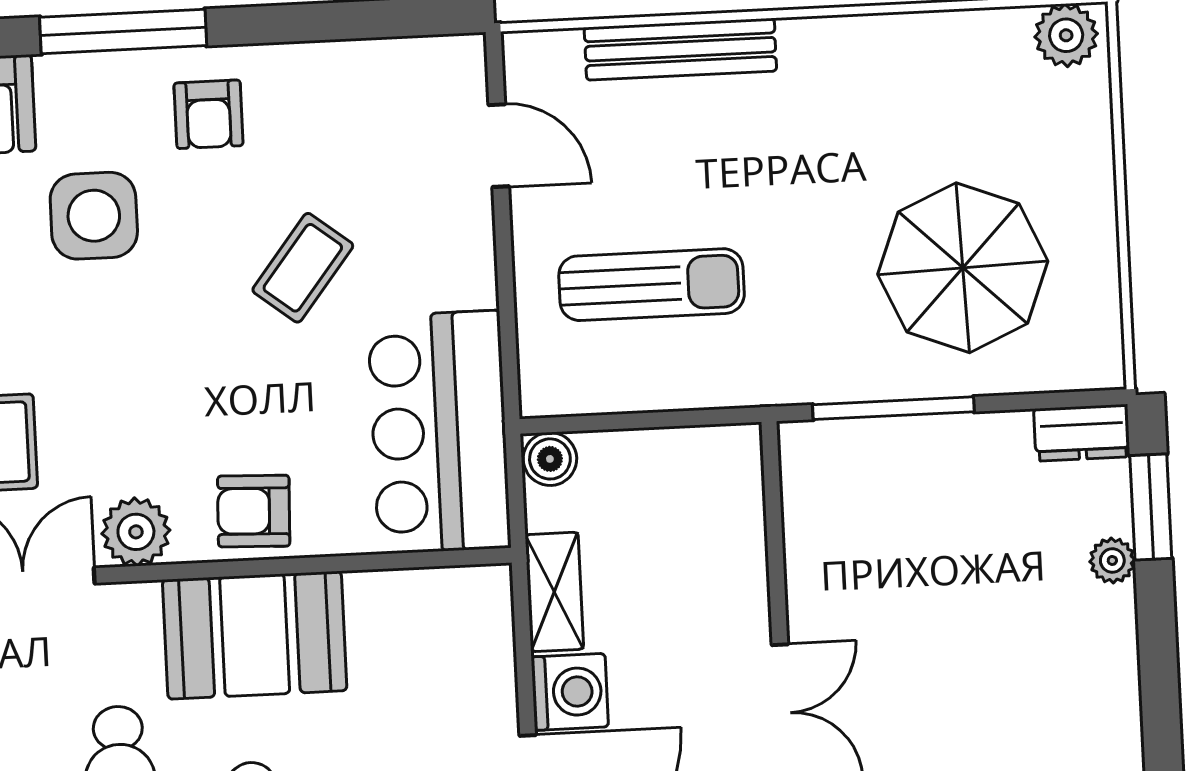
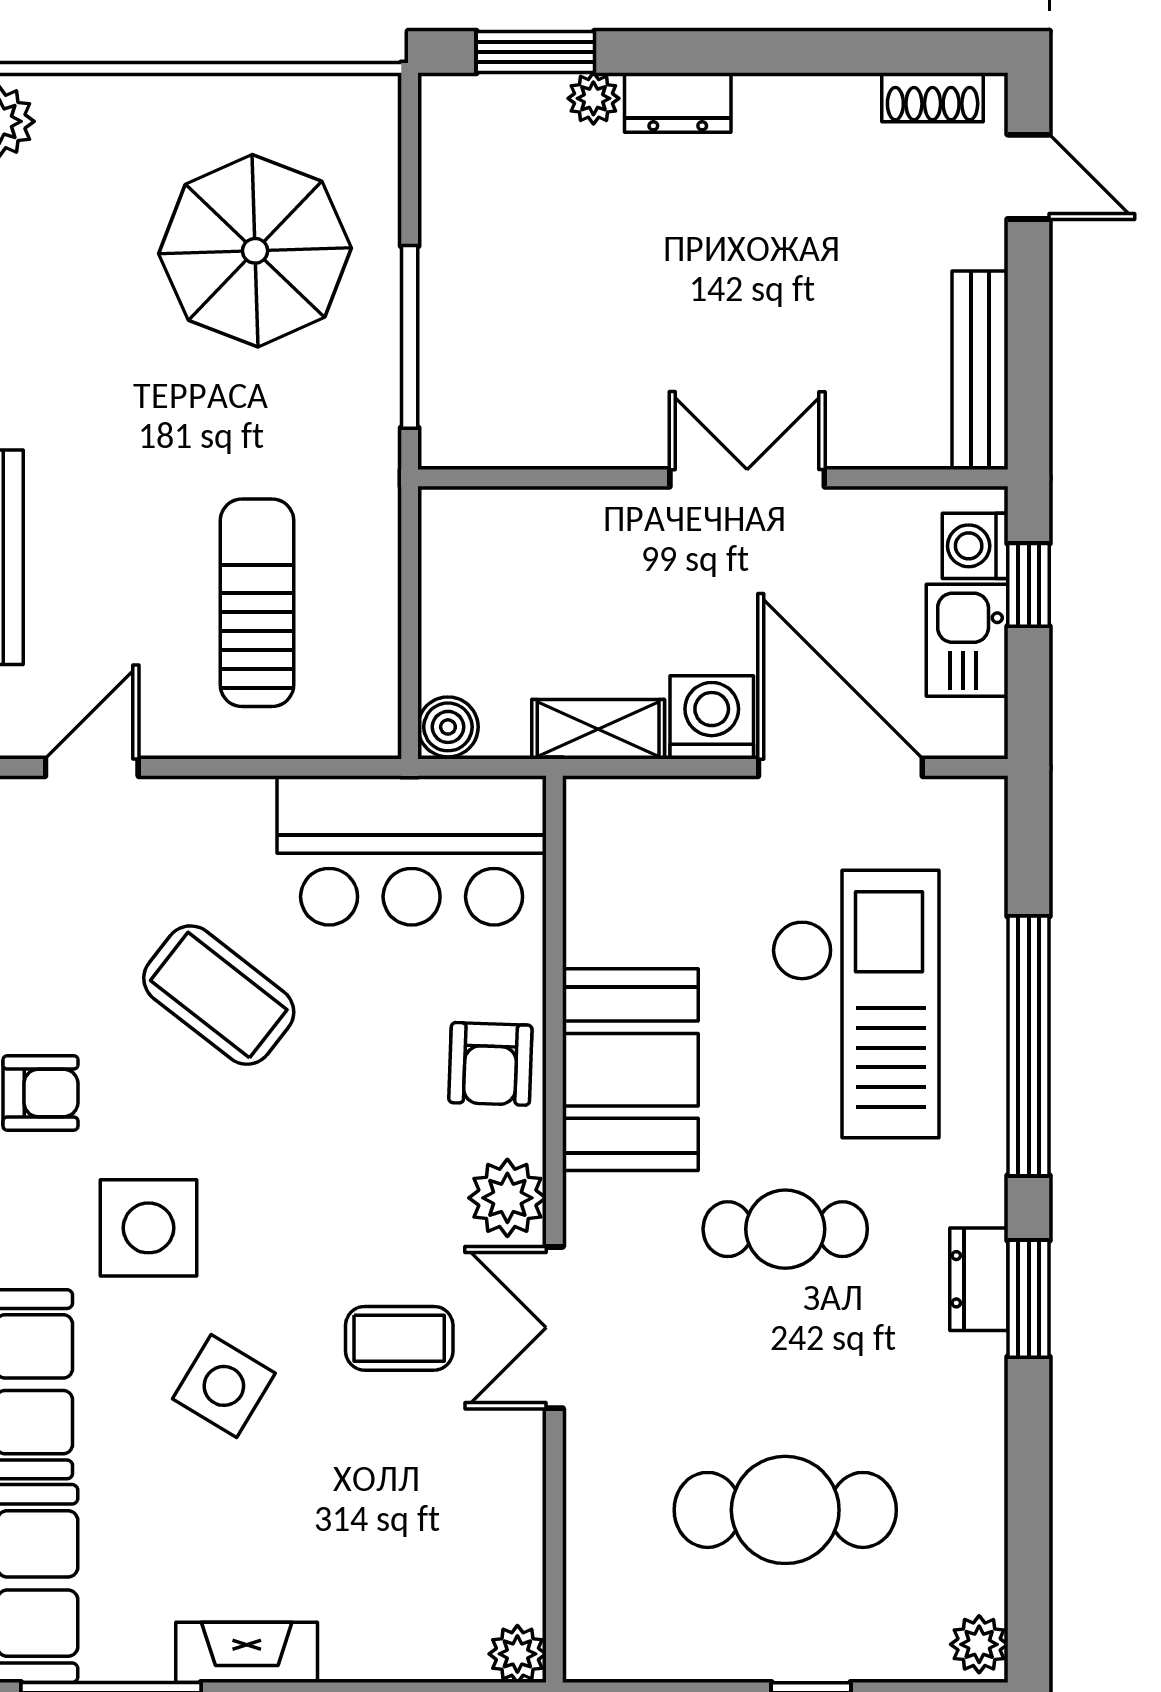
coffee table: (303, 268) -> (219, 995), width x1.36, depth x1.30
dresser: (1082, 433) -> (678, 103), moved, turned 90

